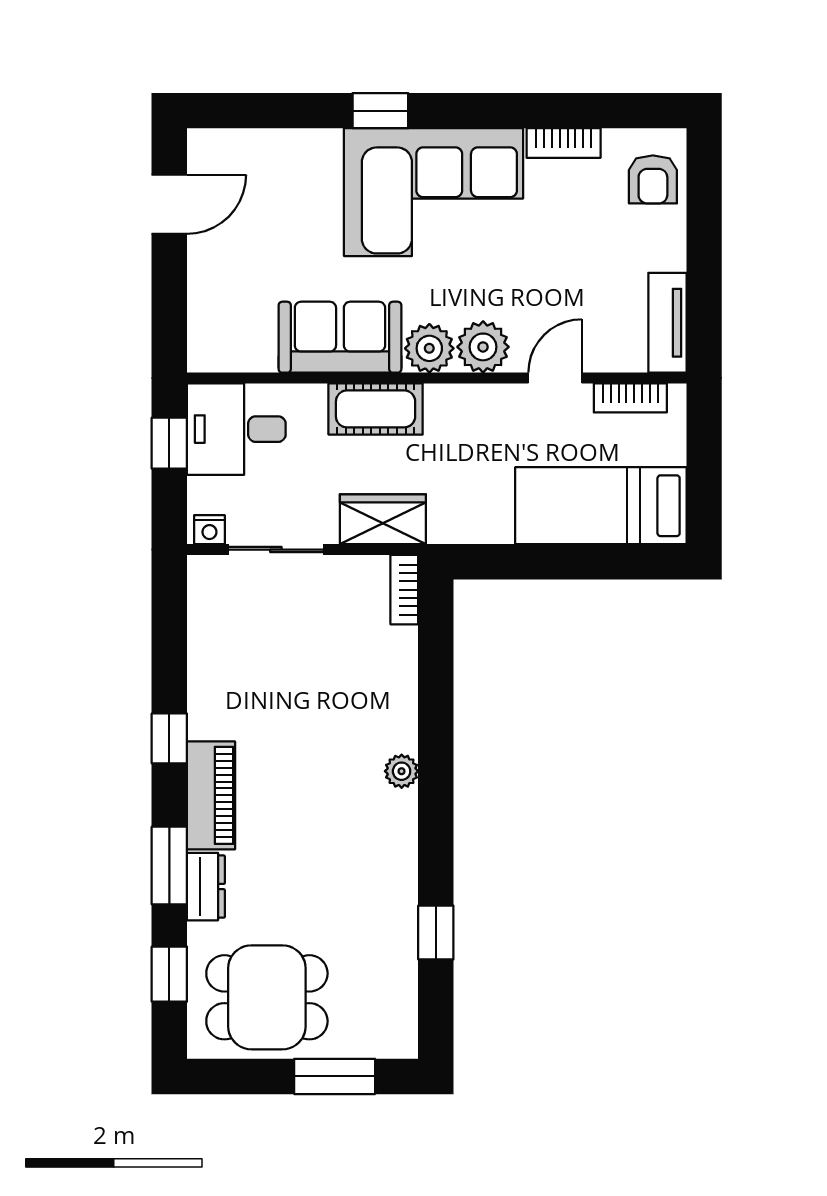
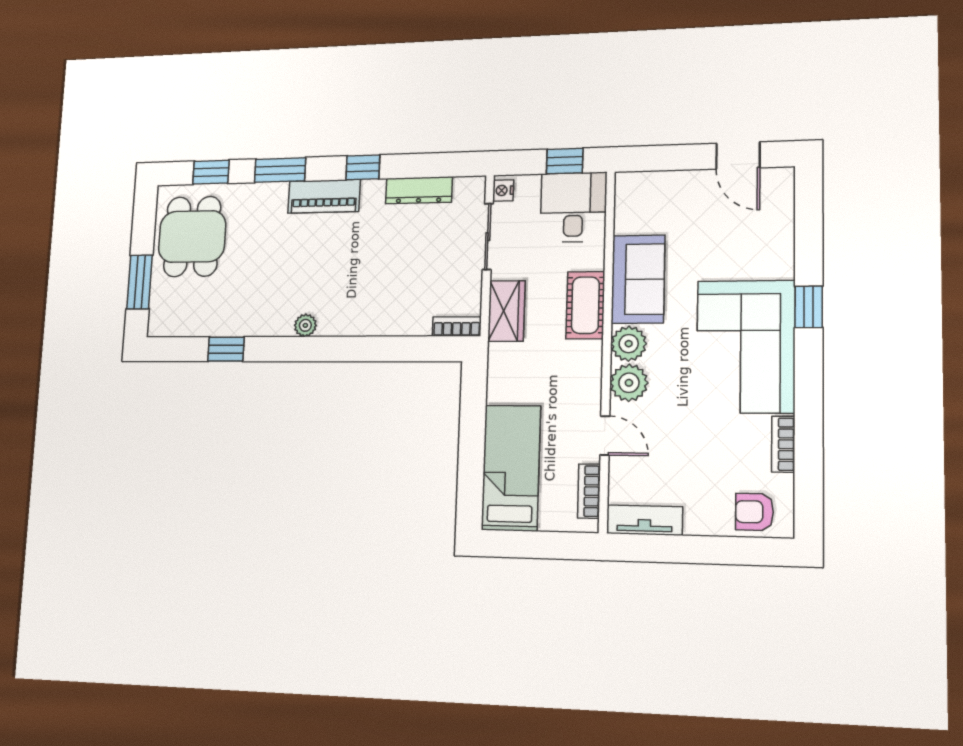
plant: (402, 771) -> (305, 325), moved
dresser: (206, 887) -> (419, 190), moved, width x1.44

